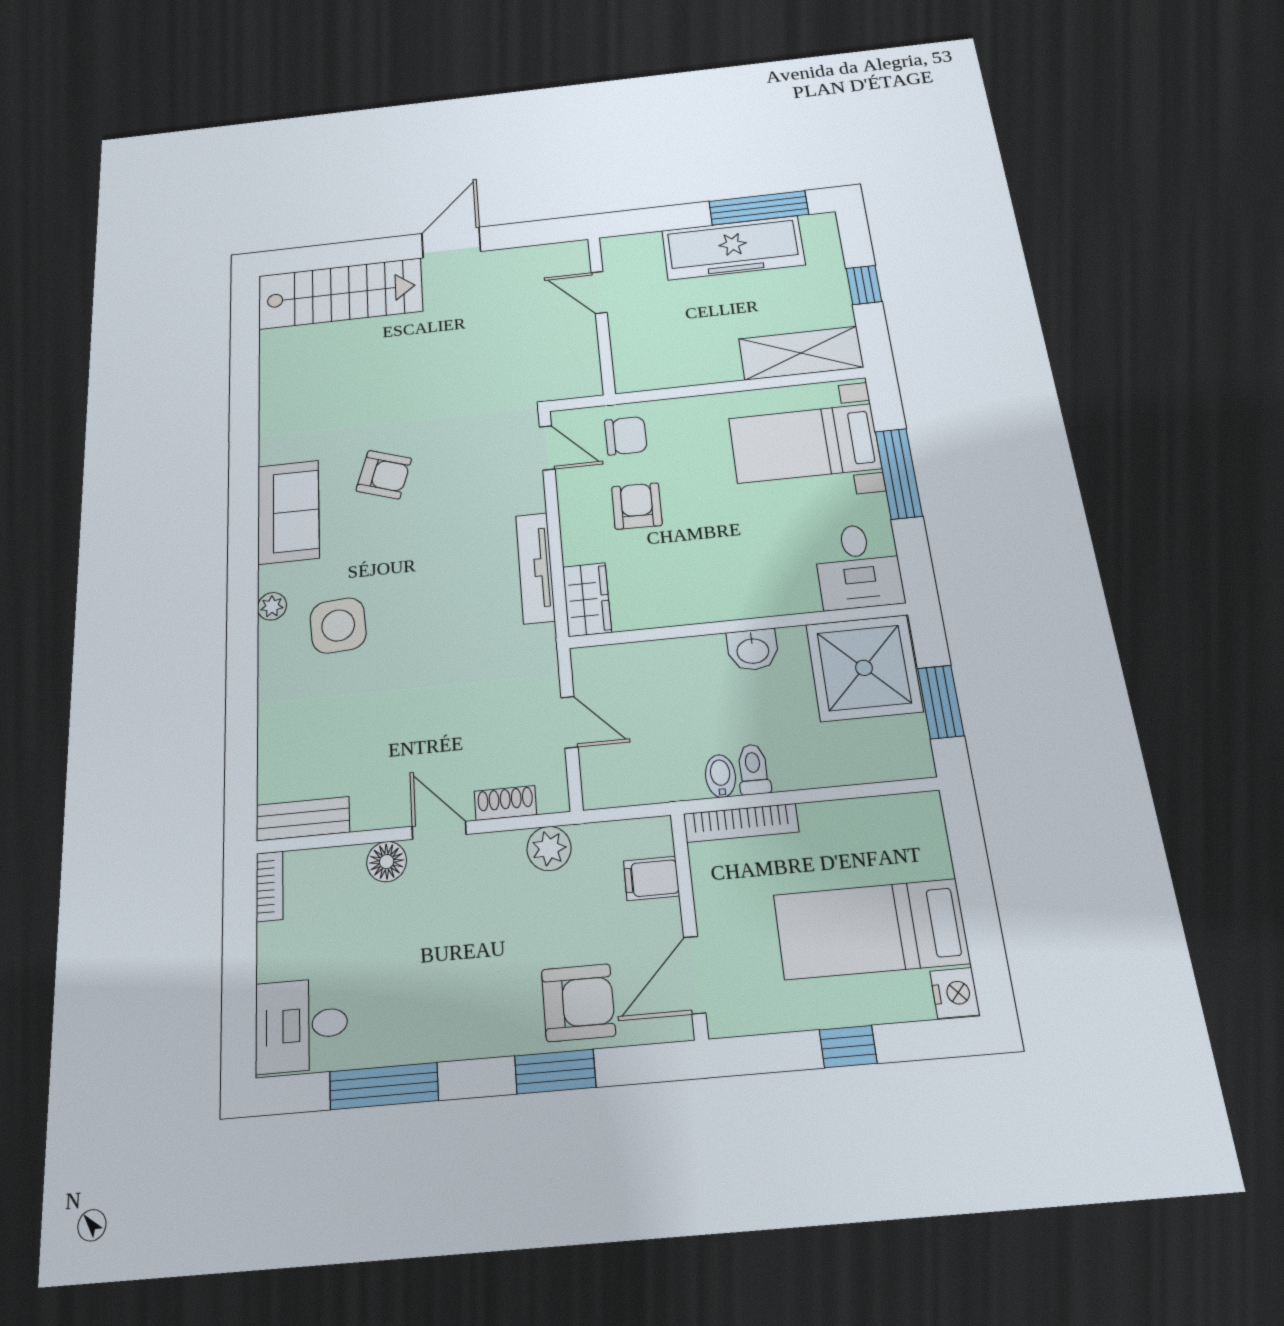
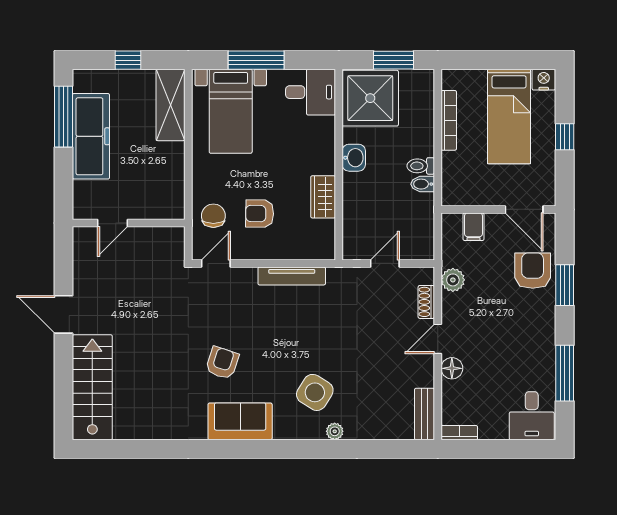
wardrobe: (587, 599) -> (323, 197), moved, turned -90
plant: (272, 606) -> (335, 431), moved
side table: (338, 625) -> (315, 392), turned 36
bookcase: (741, 823) -> (449, 120), moved

